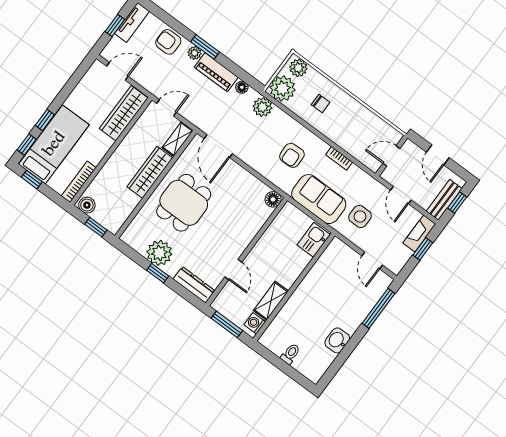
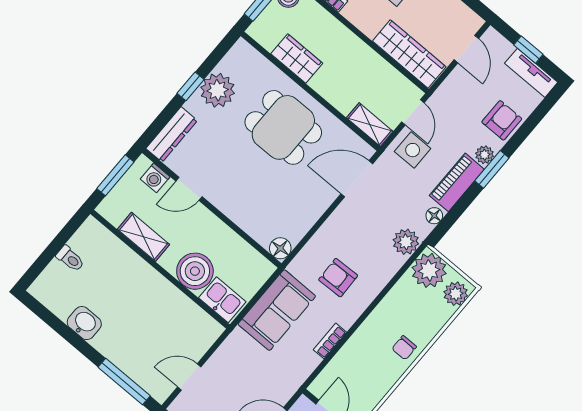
chair: (321, 103) -> (404, 348), moved
wardrobe: (150, 172) -> (297, 59), moved, width x0.67
side table: (360, 217) -> (413, 150), moved
boiler: (294, 261) -> (195, 271), added
washing machine: (255, 323) -> (155, 178), moved, turned 180

